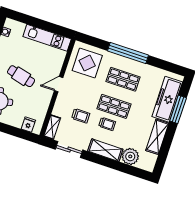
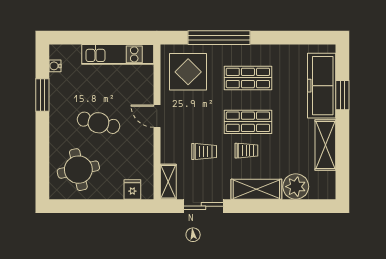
window: (128, 53) -> (219, 38), moved
door: (59, 84) -> (157, 116), hinge flipped
window: (178, 109) -> (342, 95), width x0.69

